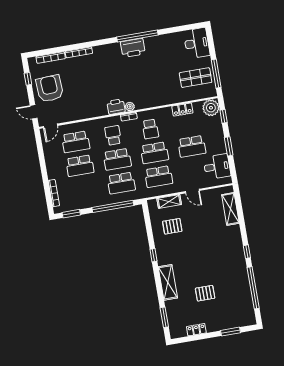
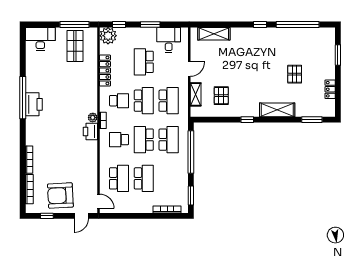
locker: (182, 110) -> (105, 71), width x1.53
school desk: (192, 146) -> (144, 62), turned 180
school desk: (117, 159) -> (144, 140), turned 180

